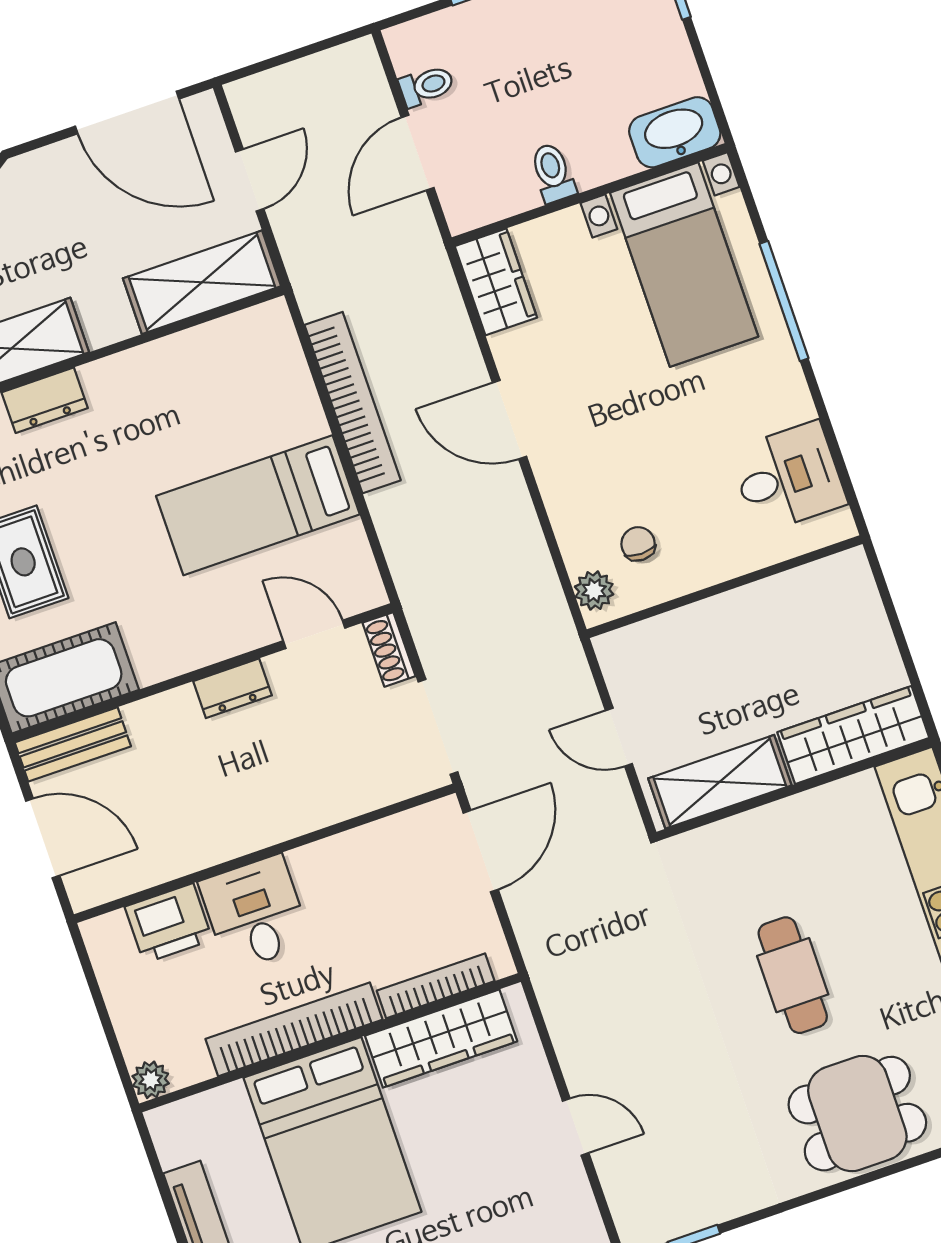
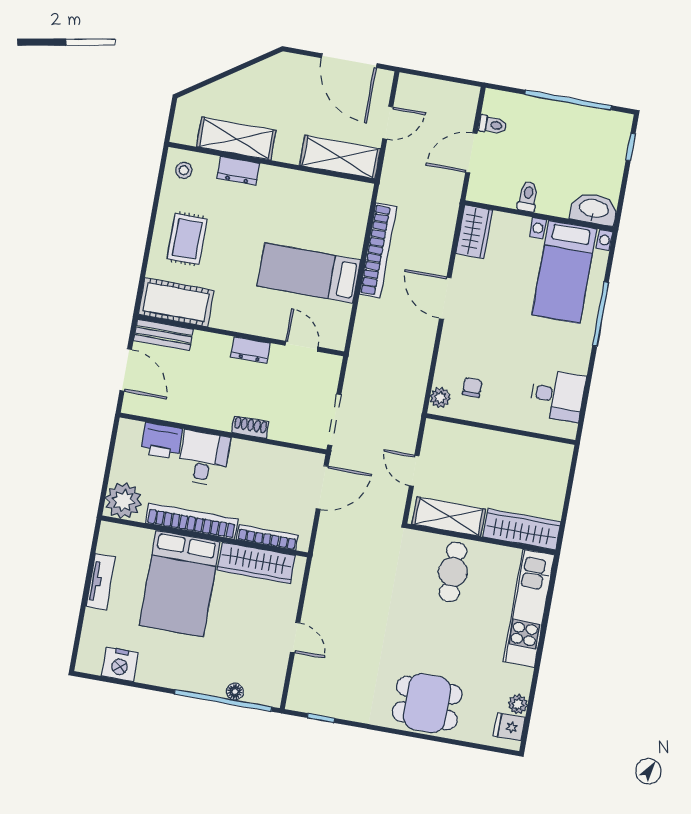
shoe rack: (389, 649) -> (250, 427), moved, turned 90
cafe table: (793, 975) -> (453, 572), moved
plant: (151, 1080) -> (123, 501), width x1.88, depth x1.88

